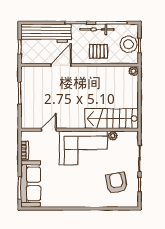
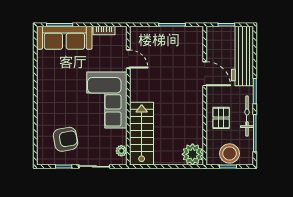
plant: (133, 71) -> (193, 154), width x1.87, depth x1.87
plant: (113, 136) -> (121, 151), moved

